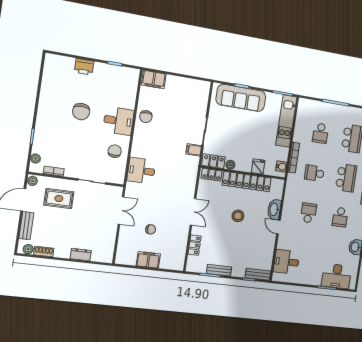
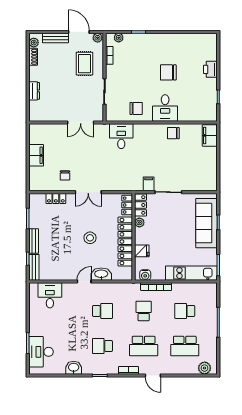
chair: (151, 229) -> (65, 175), moved
bench: (219, 270) -> (34, 241), moved

